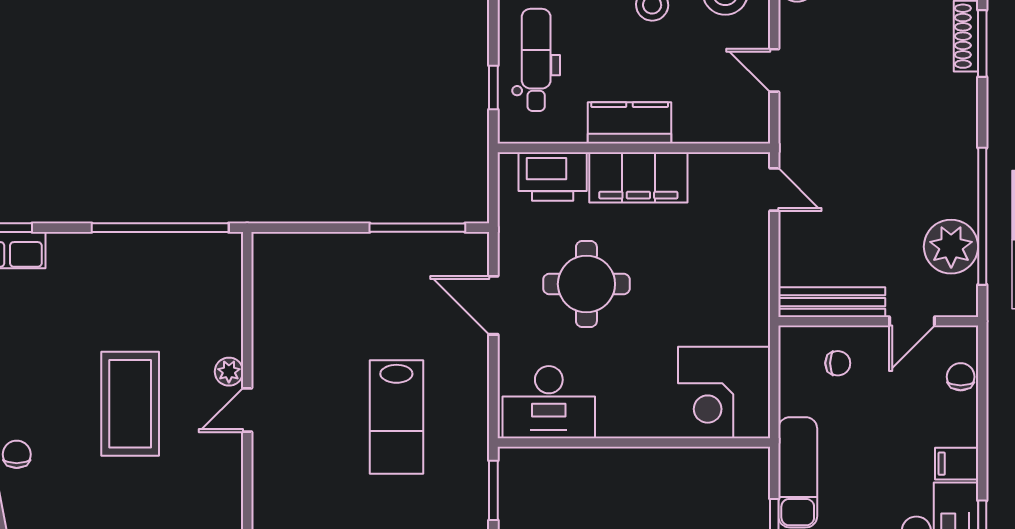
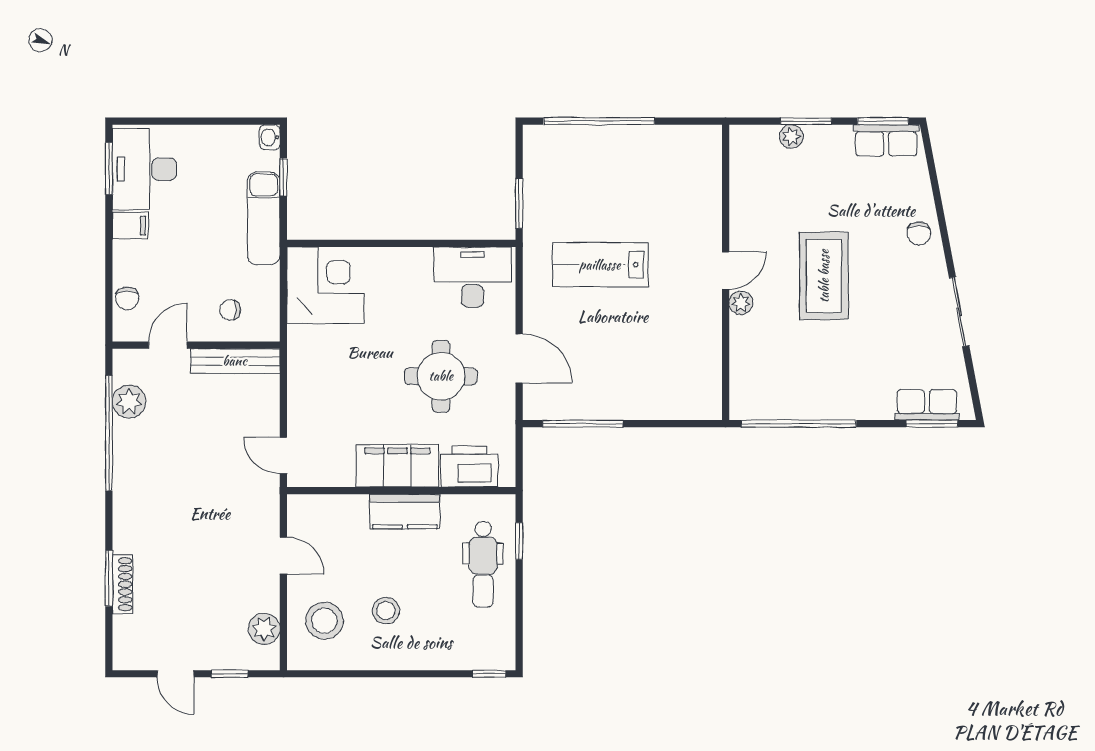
plant: (951, 247) -> (129, 402), width x0.73, depth x0.73
lab bench: (396, 417) -> (600, 265), turned -90

